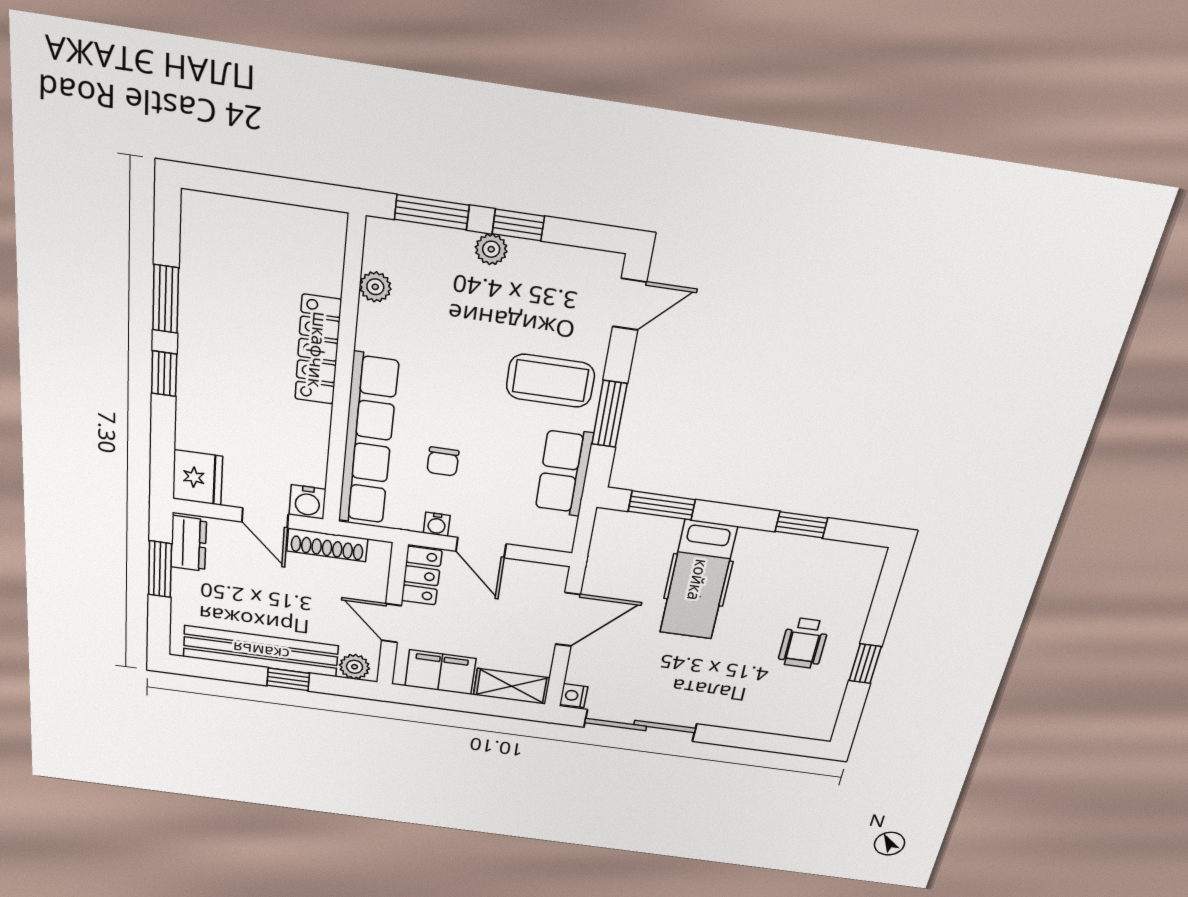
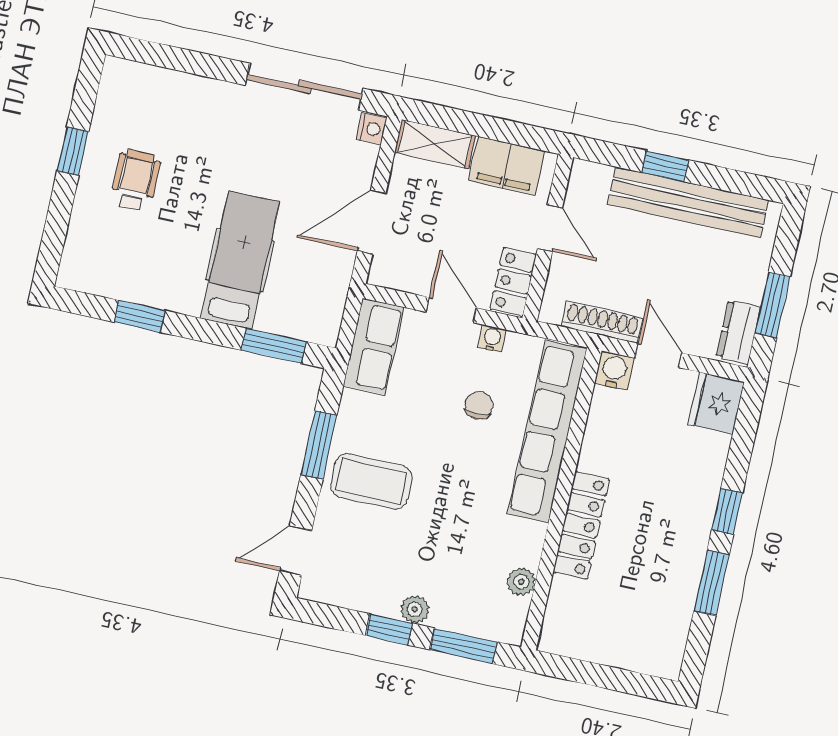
row of seats: (564, 472) -> (374, 346), moved
plant: (355, 667) -> (594, 178), removed

